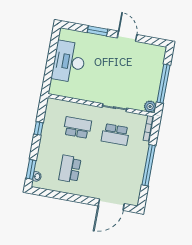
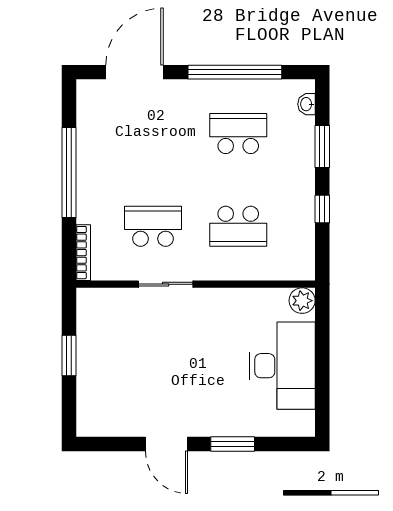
window: (163, 84) -> (69, 356), width x0.47
plant: (150, 107) -> (302, 301), moved
window: (31, 169) -> (322, 146), moved
school desk: (70, 169) -> (238, 134), turned -90
window: (66, 197) -> (235, 72), added

